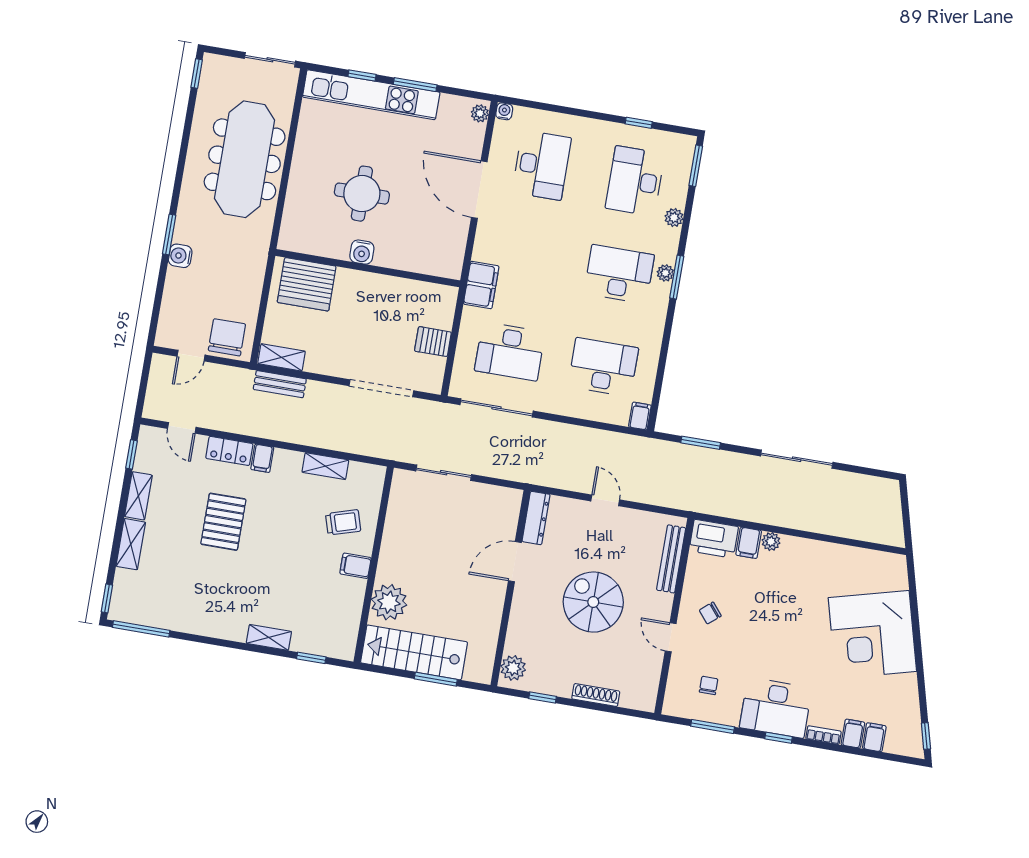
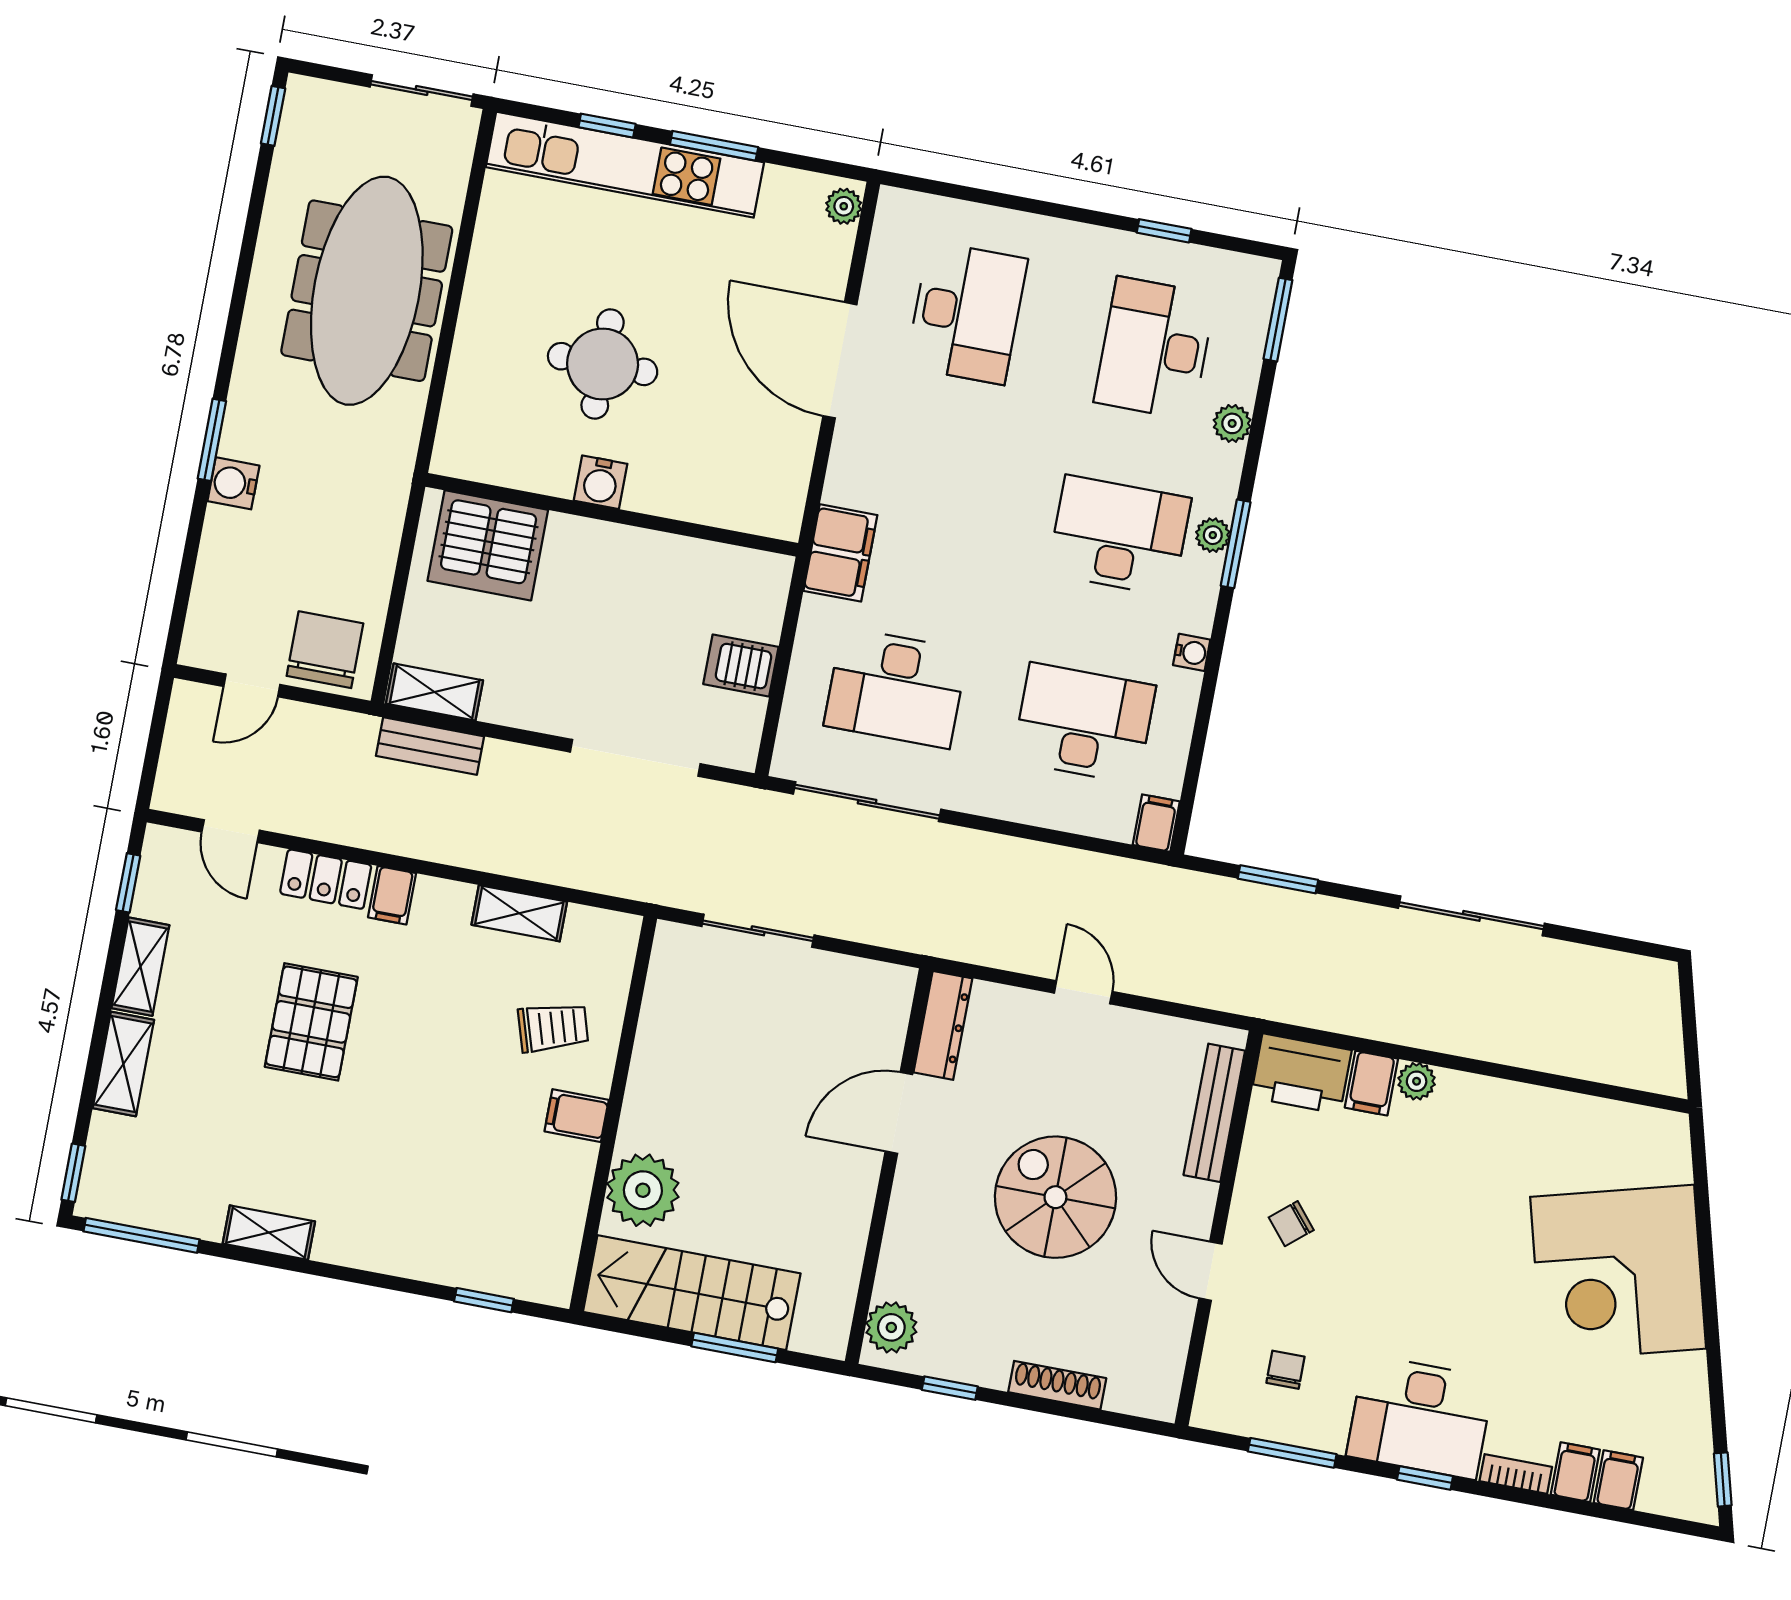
water cooler: (504, 111) -> (1192, 652), moved, turned 90
shelving: (269, 637) -> (269, 1233), moved

